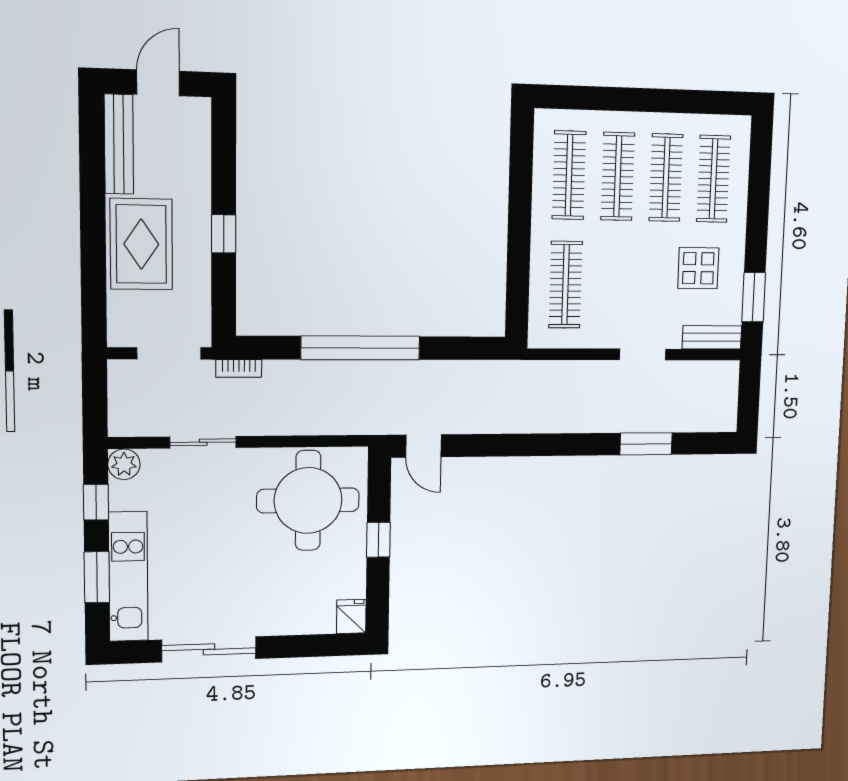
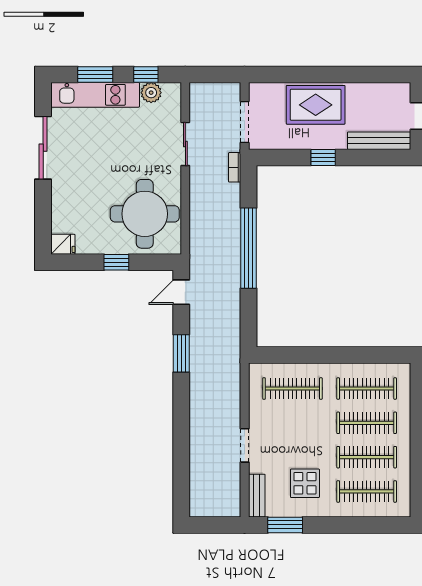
bench: (119, 144) -> (379, 141), moved
window: (646, 444) -> (181, 353), moved
plant: (124, 464) -> (151, 93), moved

